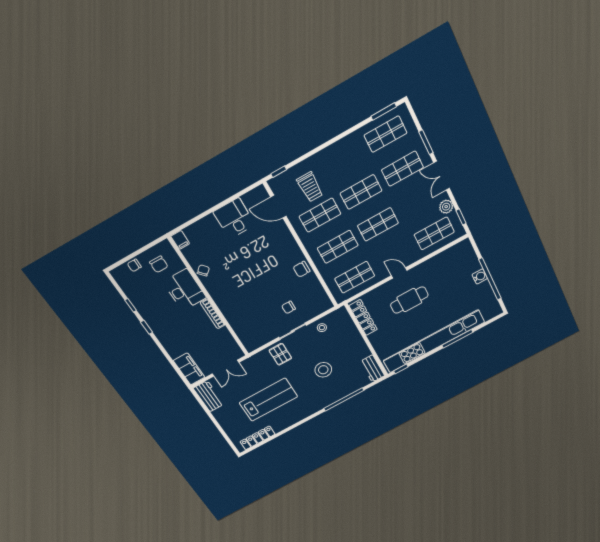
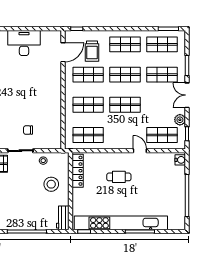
shop shelf: (343, 158) -> (125, 44), added
door: (278, 207) -> (63, 52), swing flipped
desk: (234, 218) -> (24, 43), width x1.37
chair: (302, 269) -> (54, 106), removed
door: (399, 273) -> (140, 151), moved
water cooler: (480, 276) -> (180, 160), moved
cafe table: (409, 300) -> (119, 177), width x0.73, depth x0.74
stool: (323, 370) -> (51, 184), moved

